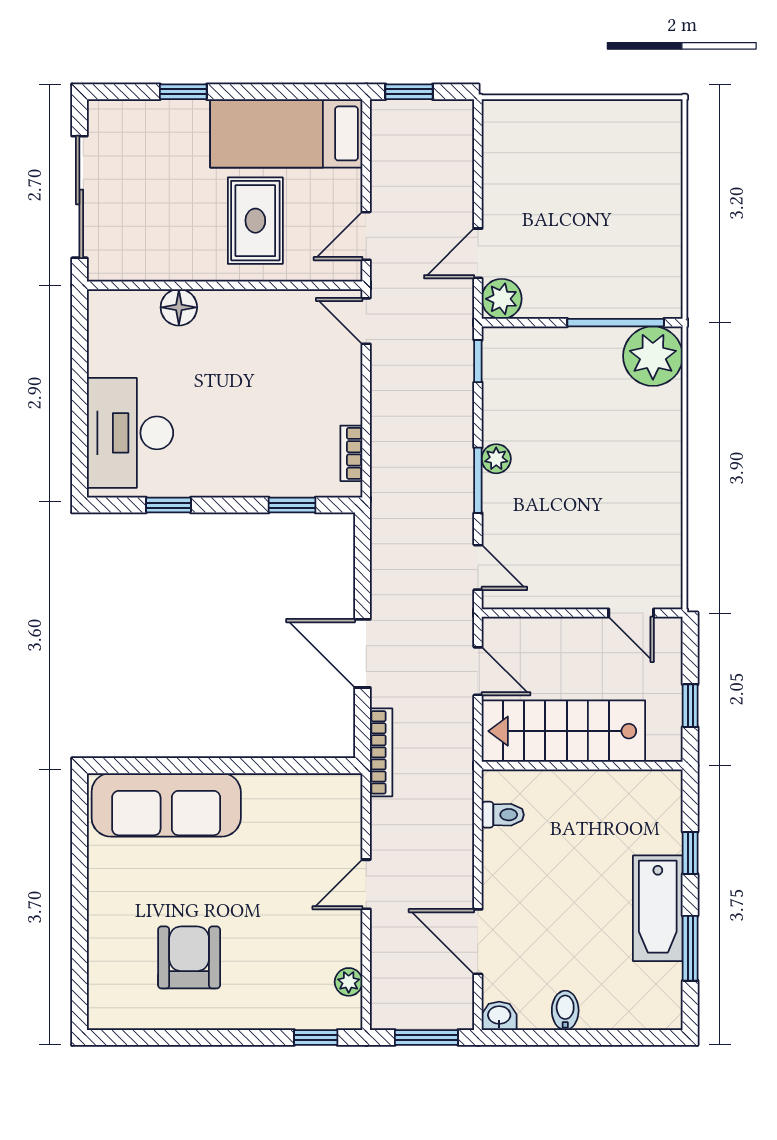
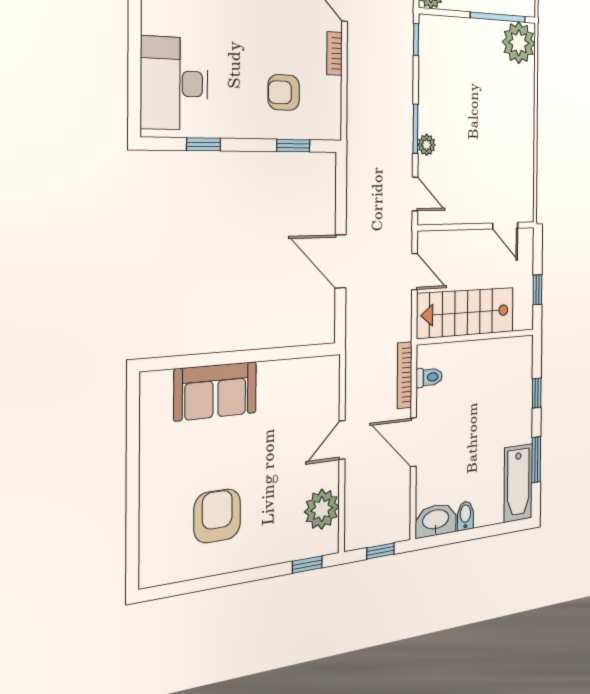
armchair: (278, 439) -> (284, 92), added
bookcase: (351, 453) -> (334, 53), moved
plant: (496, 459) -> (427, 145), moved
bookcase: (381, 752) -> (405, 375), moved, turned 180
sofa: (166, 805) -> (216, 391), width x0.73
bathtub: (658, 908) -> (518, 483), moved
door: (478, 942) -> (413, 442), moved
plant: (349, 982) -> (322, 509), width x1.88, depth x1.88
washbasin: (499, 1016) -> (436, 520), width x1.91, depth x1.45
window: (426, 1038) -> (380, 551), width x0.67

